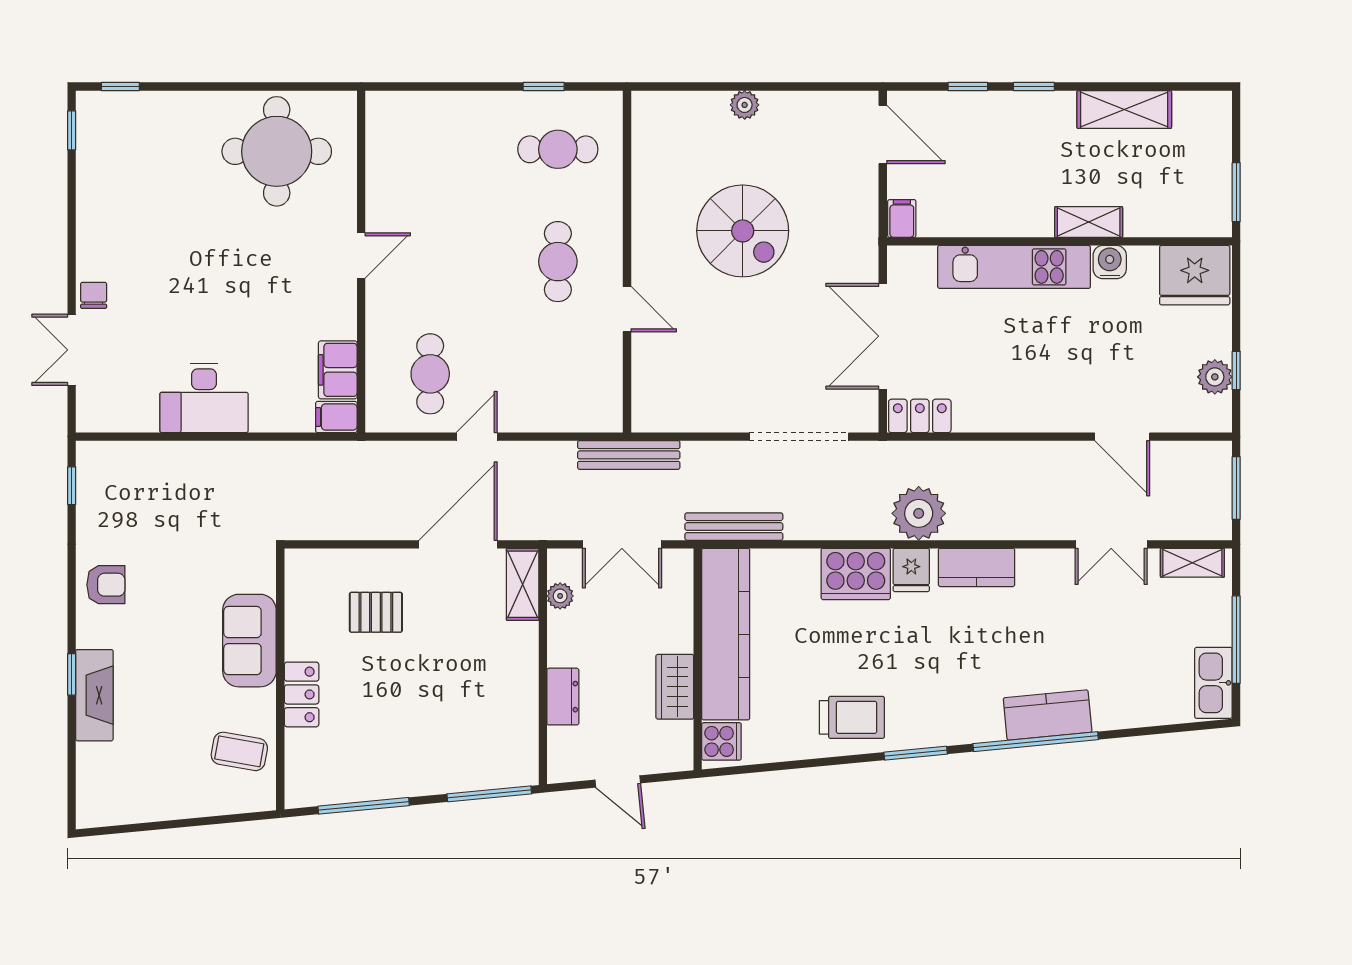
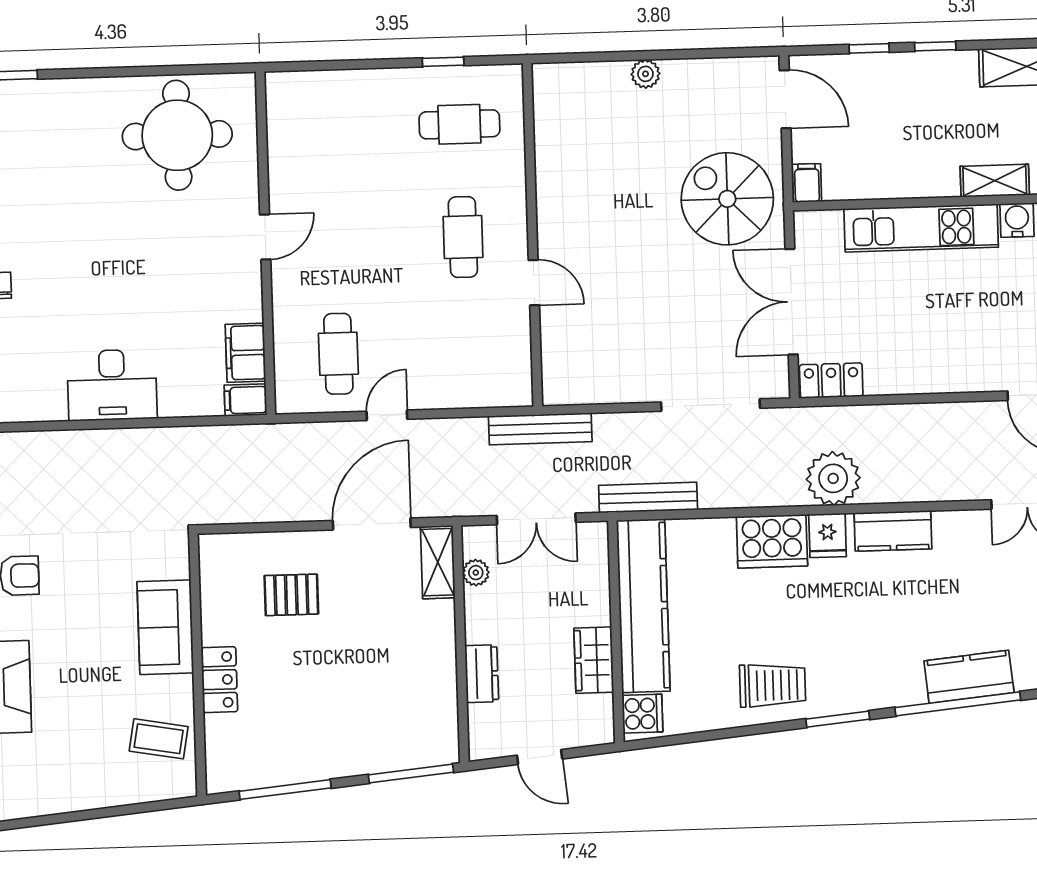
spiral stairs: (743, 231) -> (727, 199), moved, turned 180

